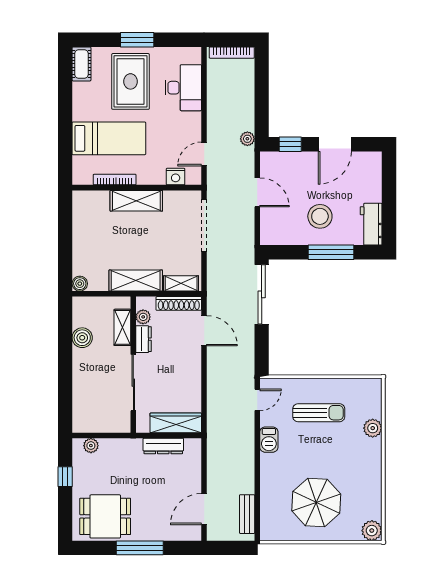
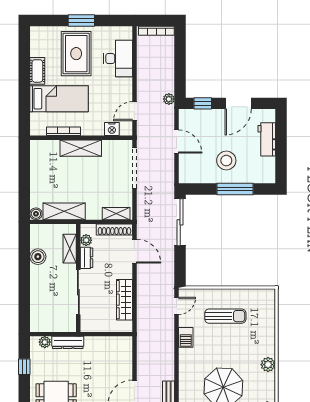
cot: (81, 64) -> (37, 71), moved
workbench: (371, 224) -> (267, 139), moved
shelving: (136, 281) -> (64, 211), moved
wardrobe: (176, 423) -> (124, 300), moved, turned -90
plant: (373, 428) -> (268, 365), moved
dresser: (163, 446) -> (68, 342), moved

